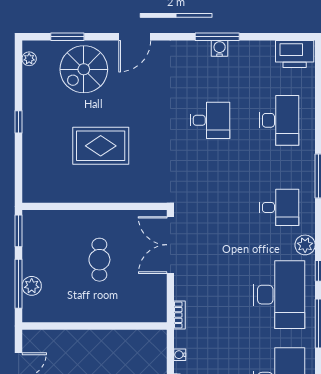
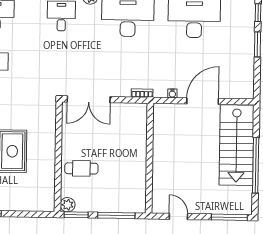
cafe table: (99, 260) -> (81, 168), moved
plant: (32, 286) -> (68, 205), moved

